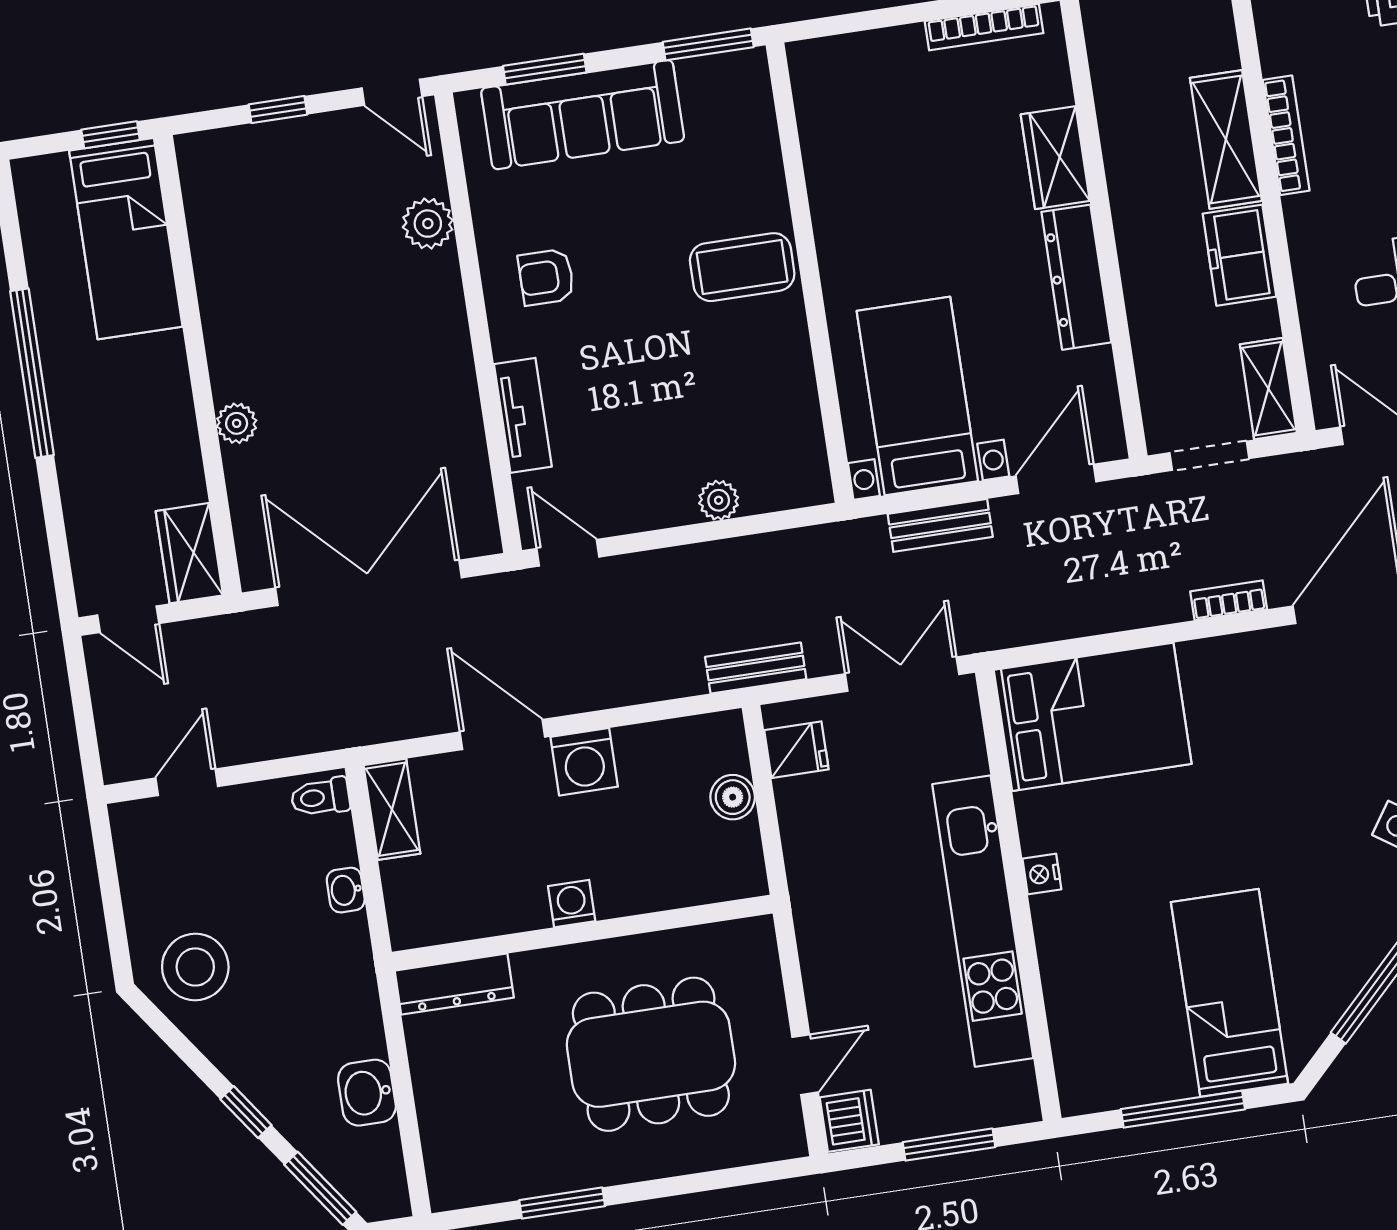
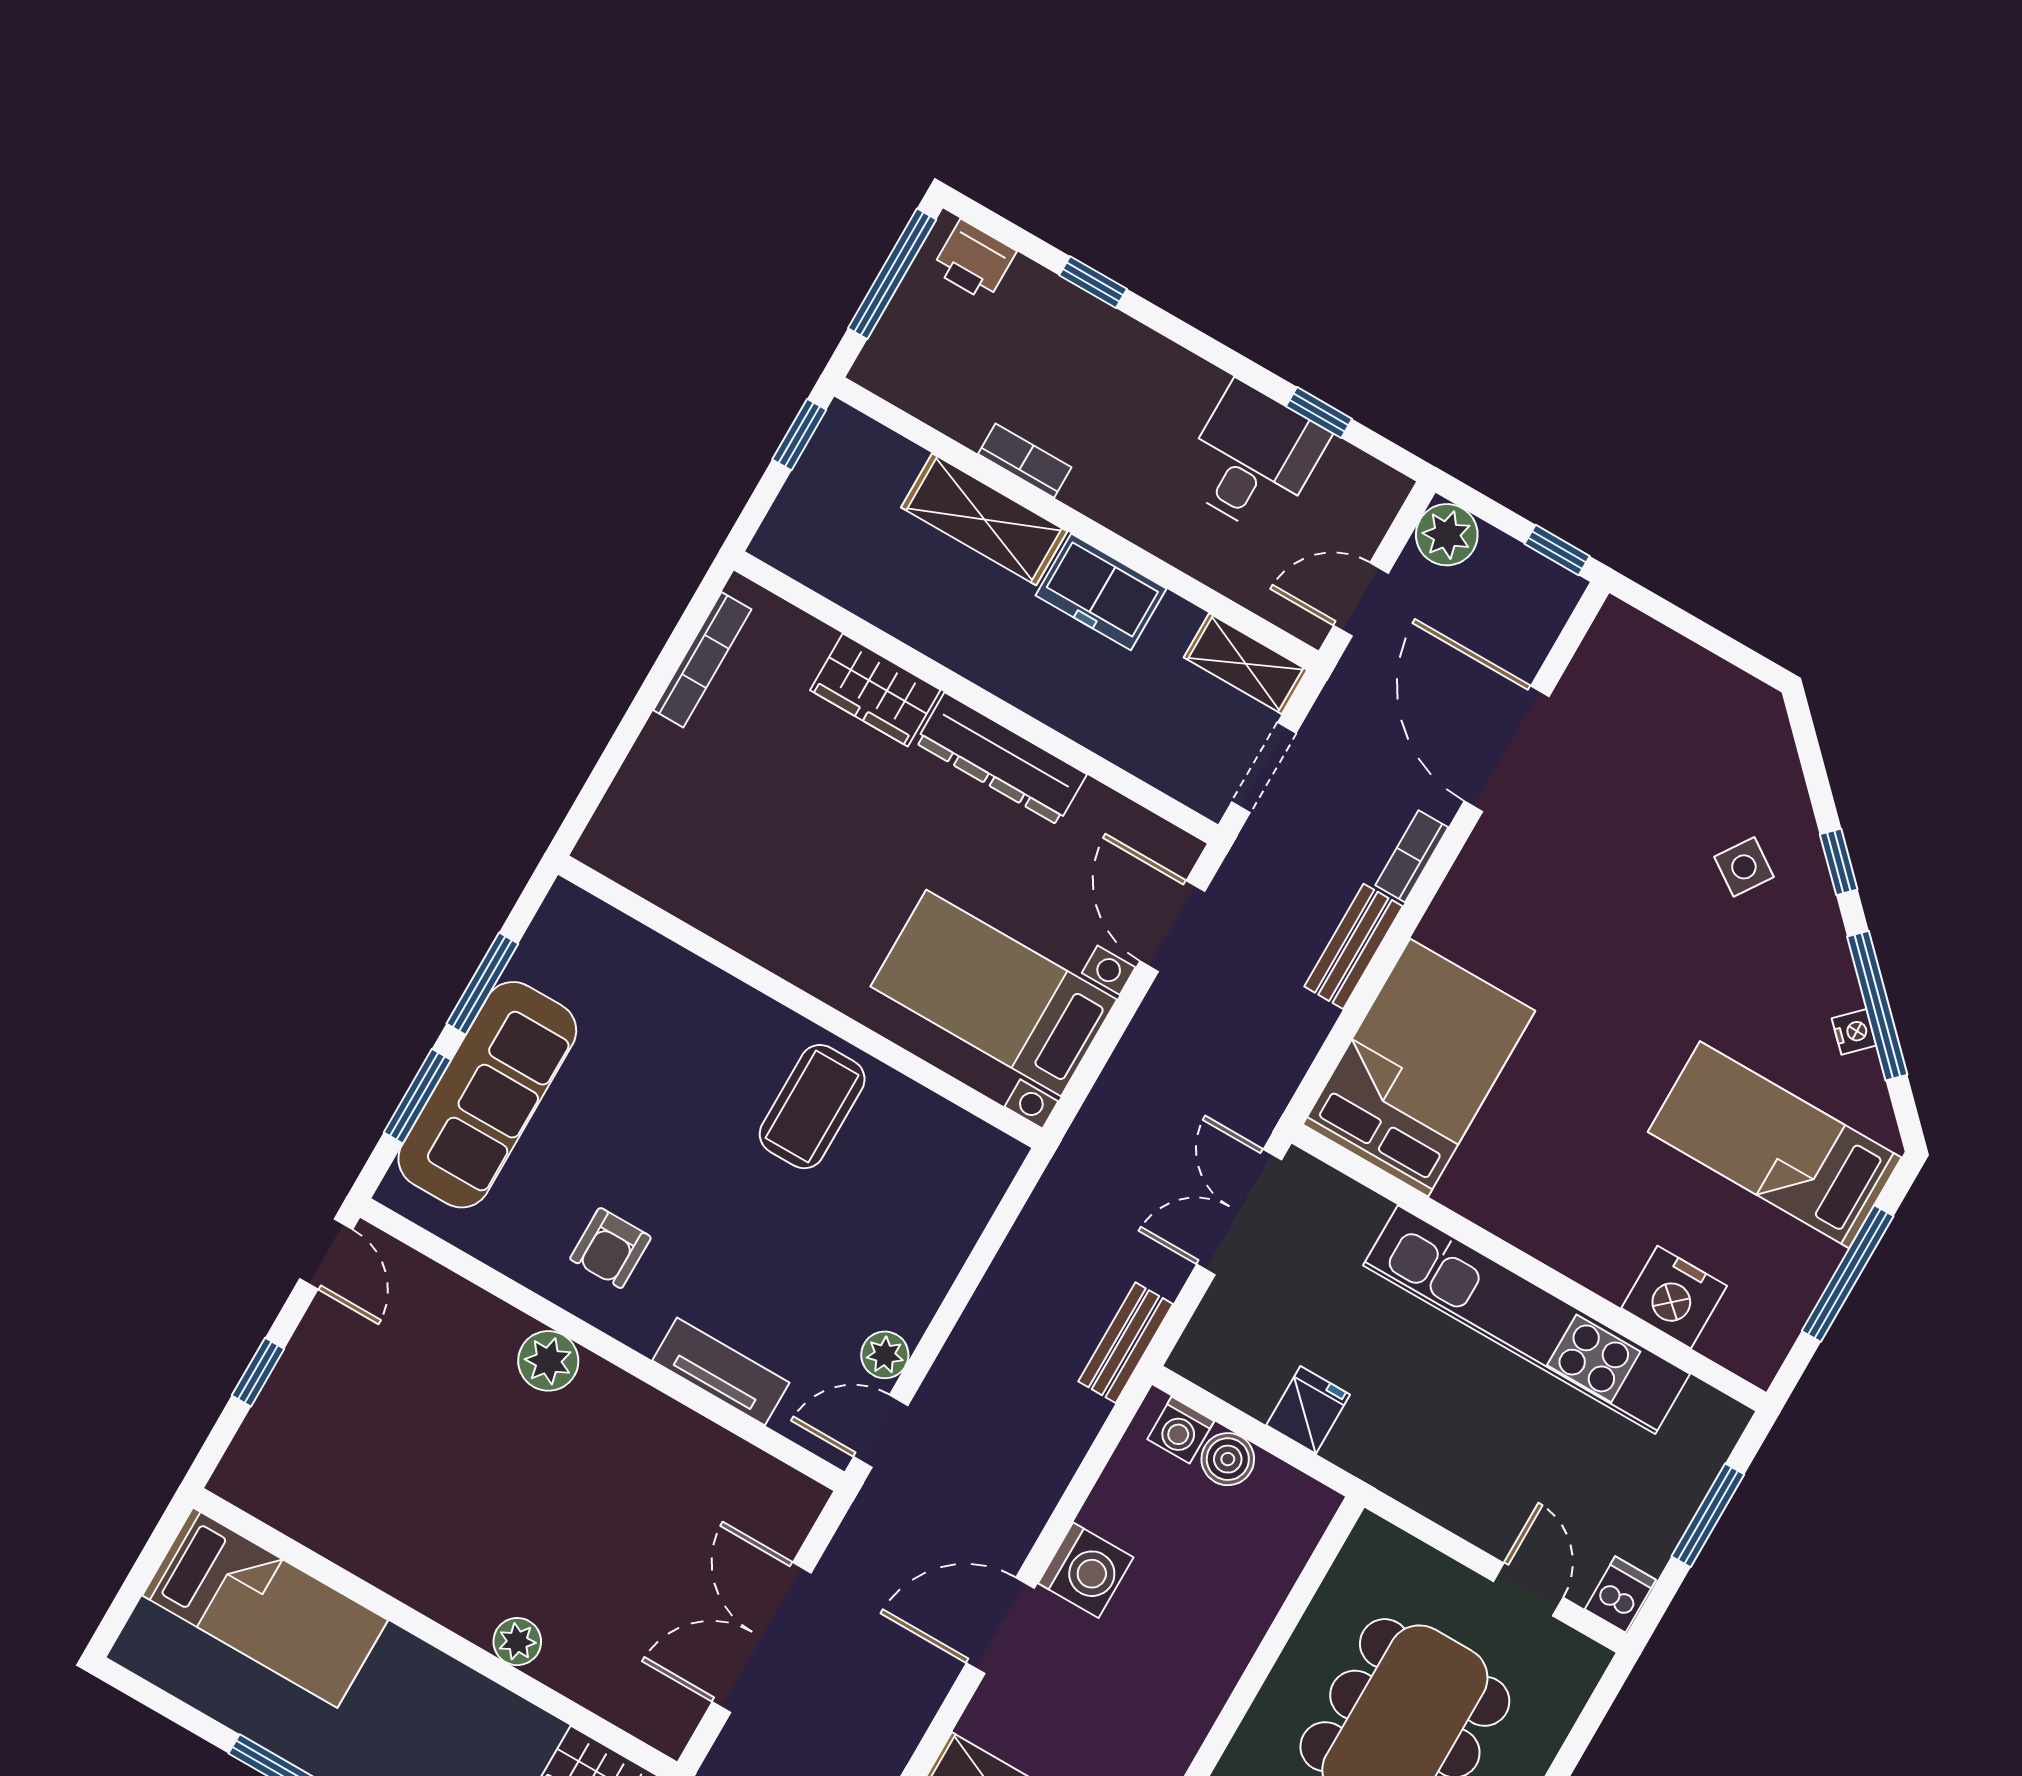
window: (708, 44) -> (482, 984), moved
door: (392, 92) -> (326, 1254), hinge flipped
window: (111, 135) -> (158, 1545), removed
bookcase: (1286, 135) -> (1025, 461), width x0.64
plant: (428, 224) -> (548, 1361), moved
coffee table: (742, 267) -> (812, 1107), moved
plant: (719, 500) -> (885, 1355), moved
bench: (940, 525) -> (1353, 946), moved
double door: (369, 583) -> (762, 1637), width x0.73
fridge: (796, 750) -> (1308, 1410), moved
nightstand: (1042, 874) -> (1674, 1297), moved, width x1.89, depth x1.79
washing machine: (572, 904) -> (1181, 1430), moved, turned -90
nightstand: (1346, 986) -> (1854, 1032), added
dishwasher: (849, 1121) -> (1620, 1594), width x0.73

